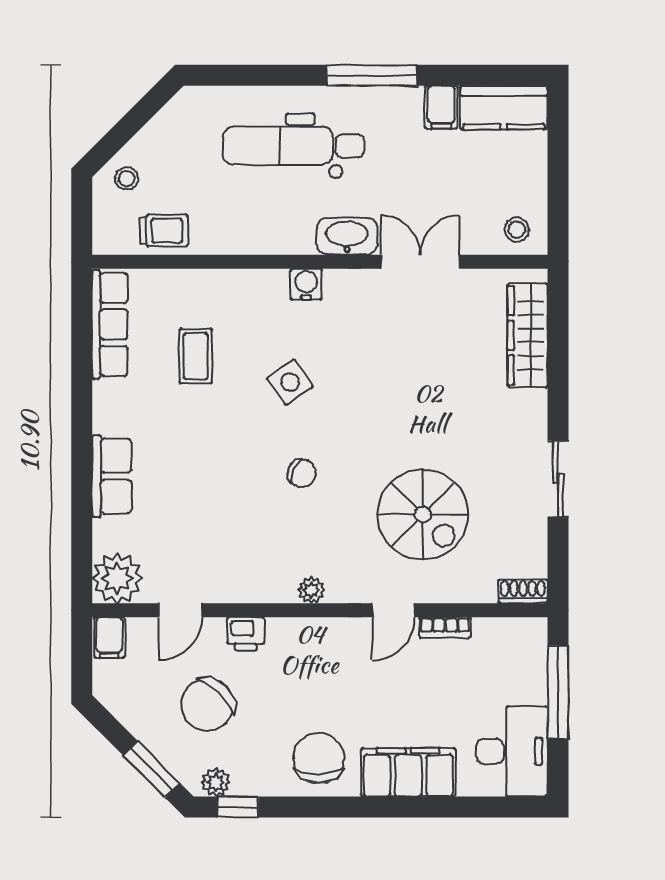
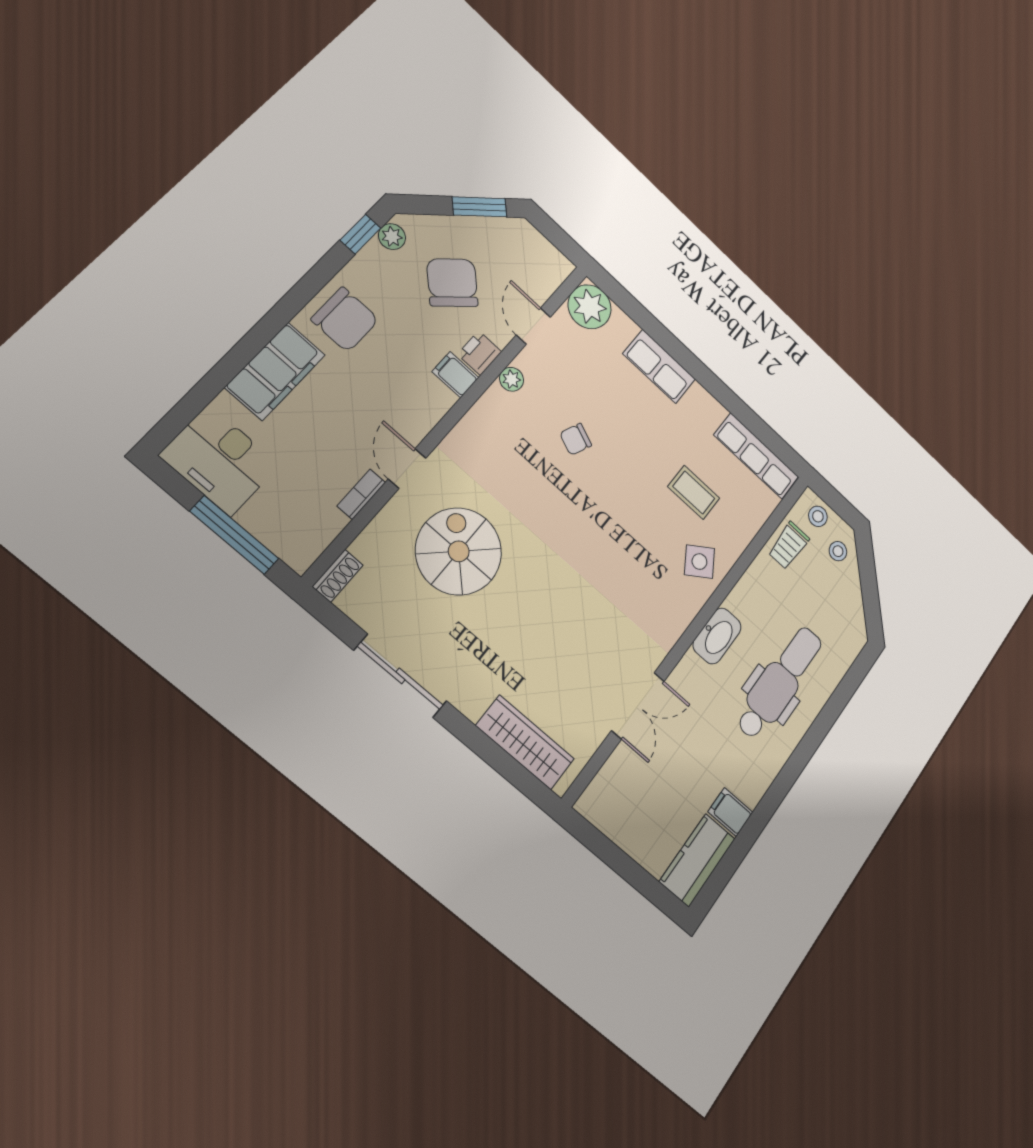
window: (372, 75) -> (786, 779), removed
stool: (517, 230) -> (818, 516), moved
washbasin: (347, 236) -> (717, 636), moved
water cooler: (306, 284) -> (684, 610), removed
side table: (290, 382) -> (699, 562), moved
chair: (302, 473) -> (576, 439), moved
sliding door: (558, 479) -> (400, 676), width x1.37
spiral stairs: (423, 515) -> (459, 551), turned 90
plant: (311, 590) -> (512, 379), moved
filing cabinet: (109, 638) -> (455, 375), moved
window: (152, 769) -> (480, 207), moved

